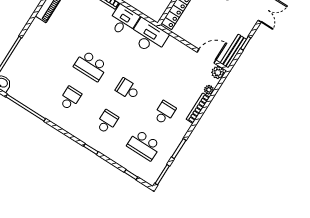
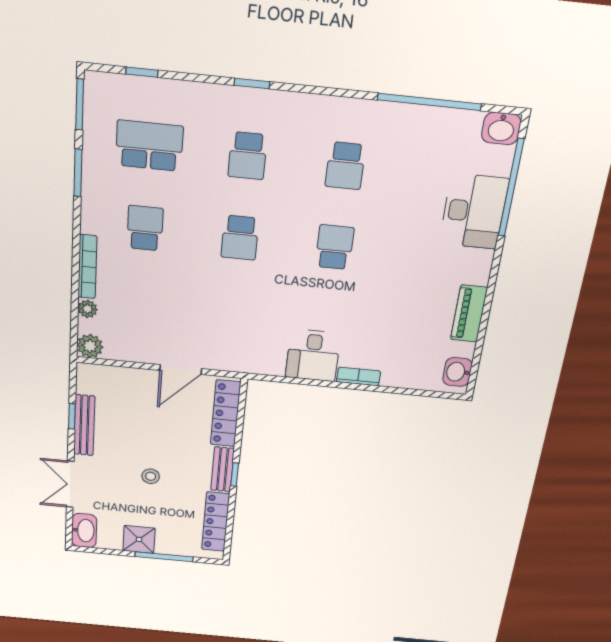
desk: (149, 37) -> (474, 211), moved, turned -90
bench: (233, 51) -> (84, 425), moved
door: (207, 56) -> (181, 369), moved
school desk: (91, 66) -> (334, 247), width x0.54
school desk: (128, 89) -> (240, 238), turned 90
school desk: (165, 113) -> (145, 228), turned 180

